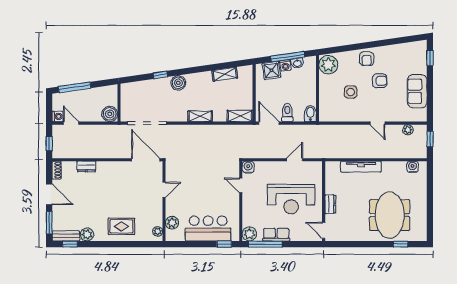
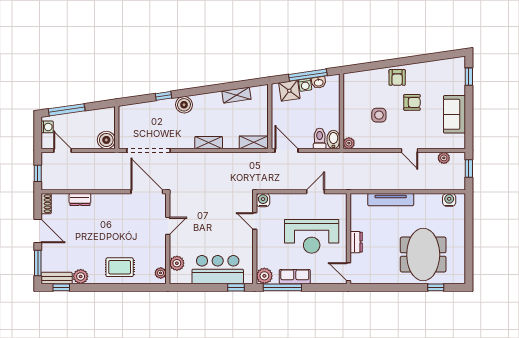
plant: (328, 65) -> (349, 143), moved, width x0.53, depth x0.53
toilet: (287, 113) -> (320, 138), moved
washing machine: (58, 116) -> (47, 127), moved

